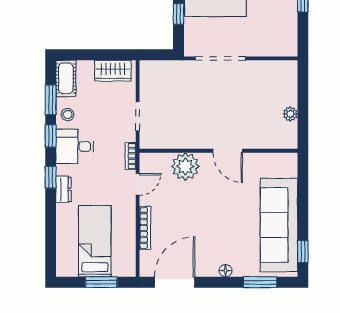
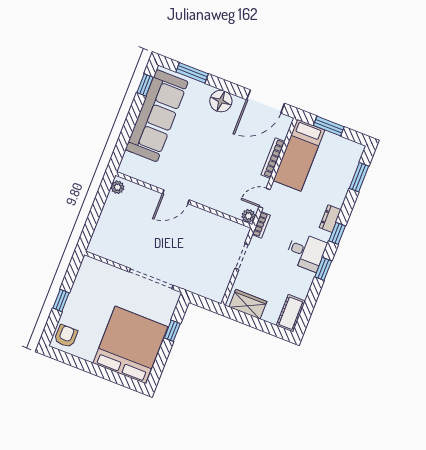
window: (51, 100) -> (359, 177), moved
plant: (290, 114) -> (118, 187), moved
stool: (68, 115) -> (301, 282), removed
door: (228, 151) -> (176, 197), swing flipped
plant: (185, 166) -> (248, 216), moved, width x0.53, depth x0.53
bed: (95, 241) -> (299, 155), moved
floor lamp: (226, 271) -> (221, 101), width x1.89, depth x1.89

